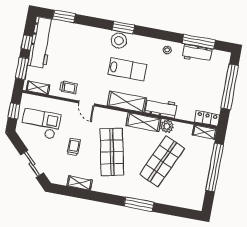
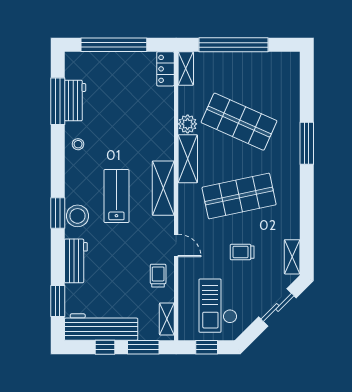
door: (86, 103) -> (176, 246), hinge flipped
workbench: (161, 108) -> (76, 261), moved, turned 180
shelving: (80, 183) -> (292, 257), moved

